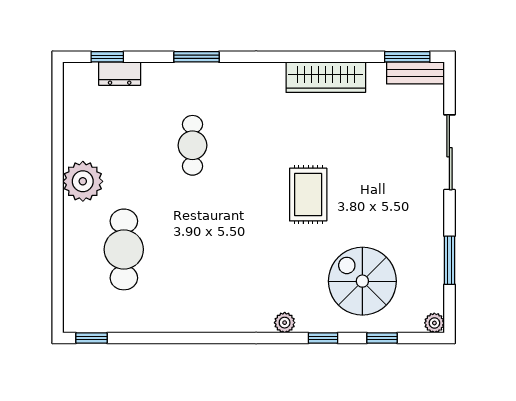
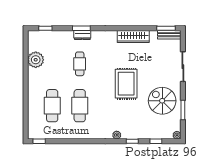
dresser: (120, 74) -> (82, 35), moved
plant: (83, 181) -> (36, 60), moved
rug: (308, 195) -> (126, 84), width x1.36, depth x1.43
cafe table: (192, 249) -> (80, 106), added
spiral stairs: (362, 281) -> (162, 101), moved

